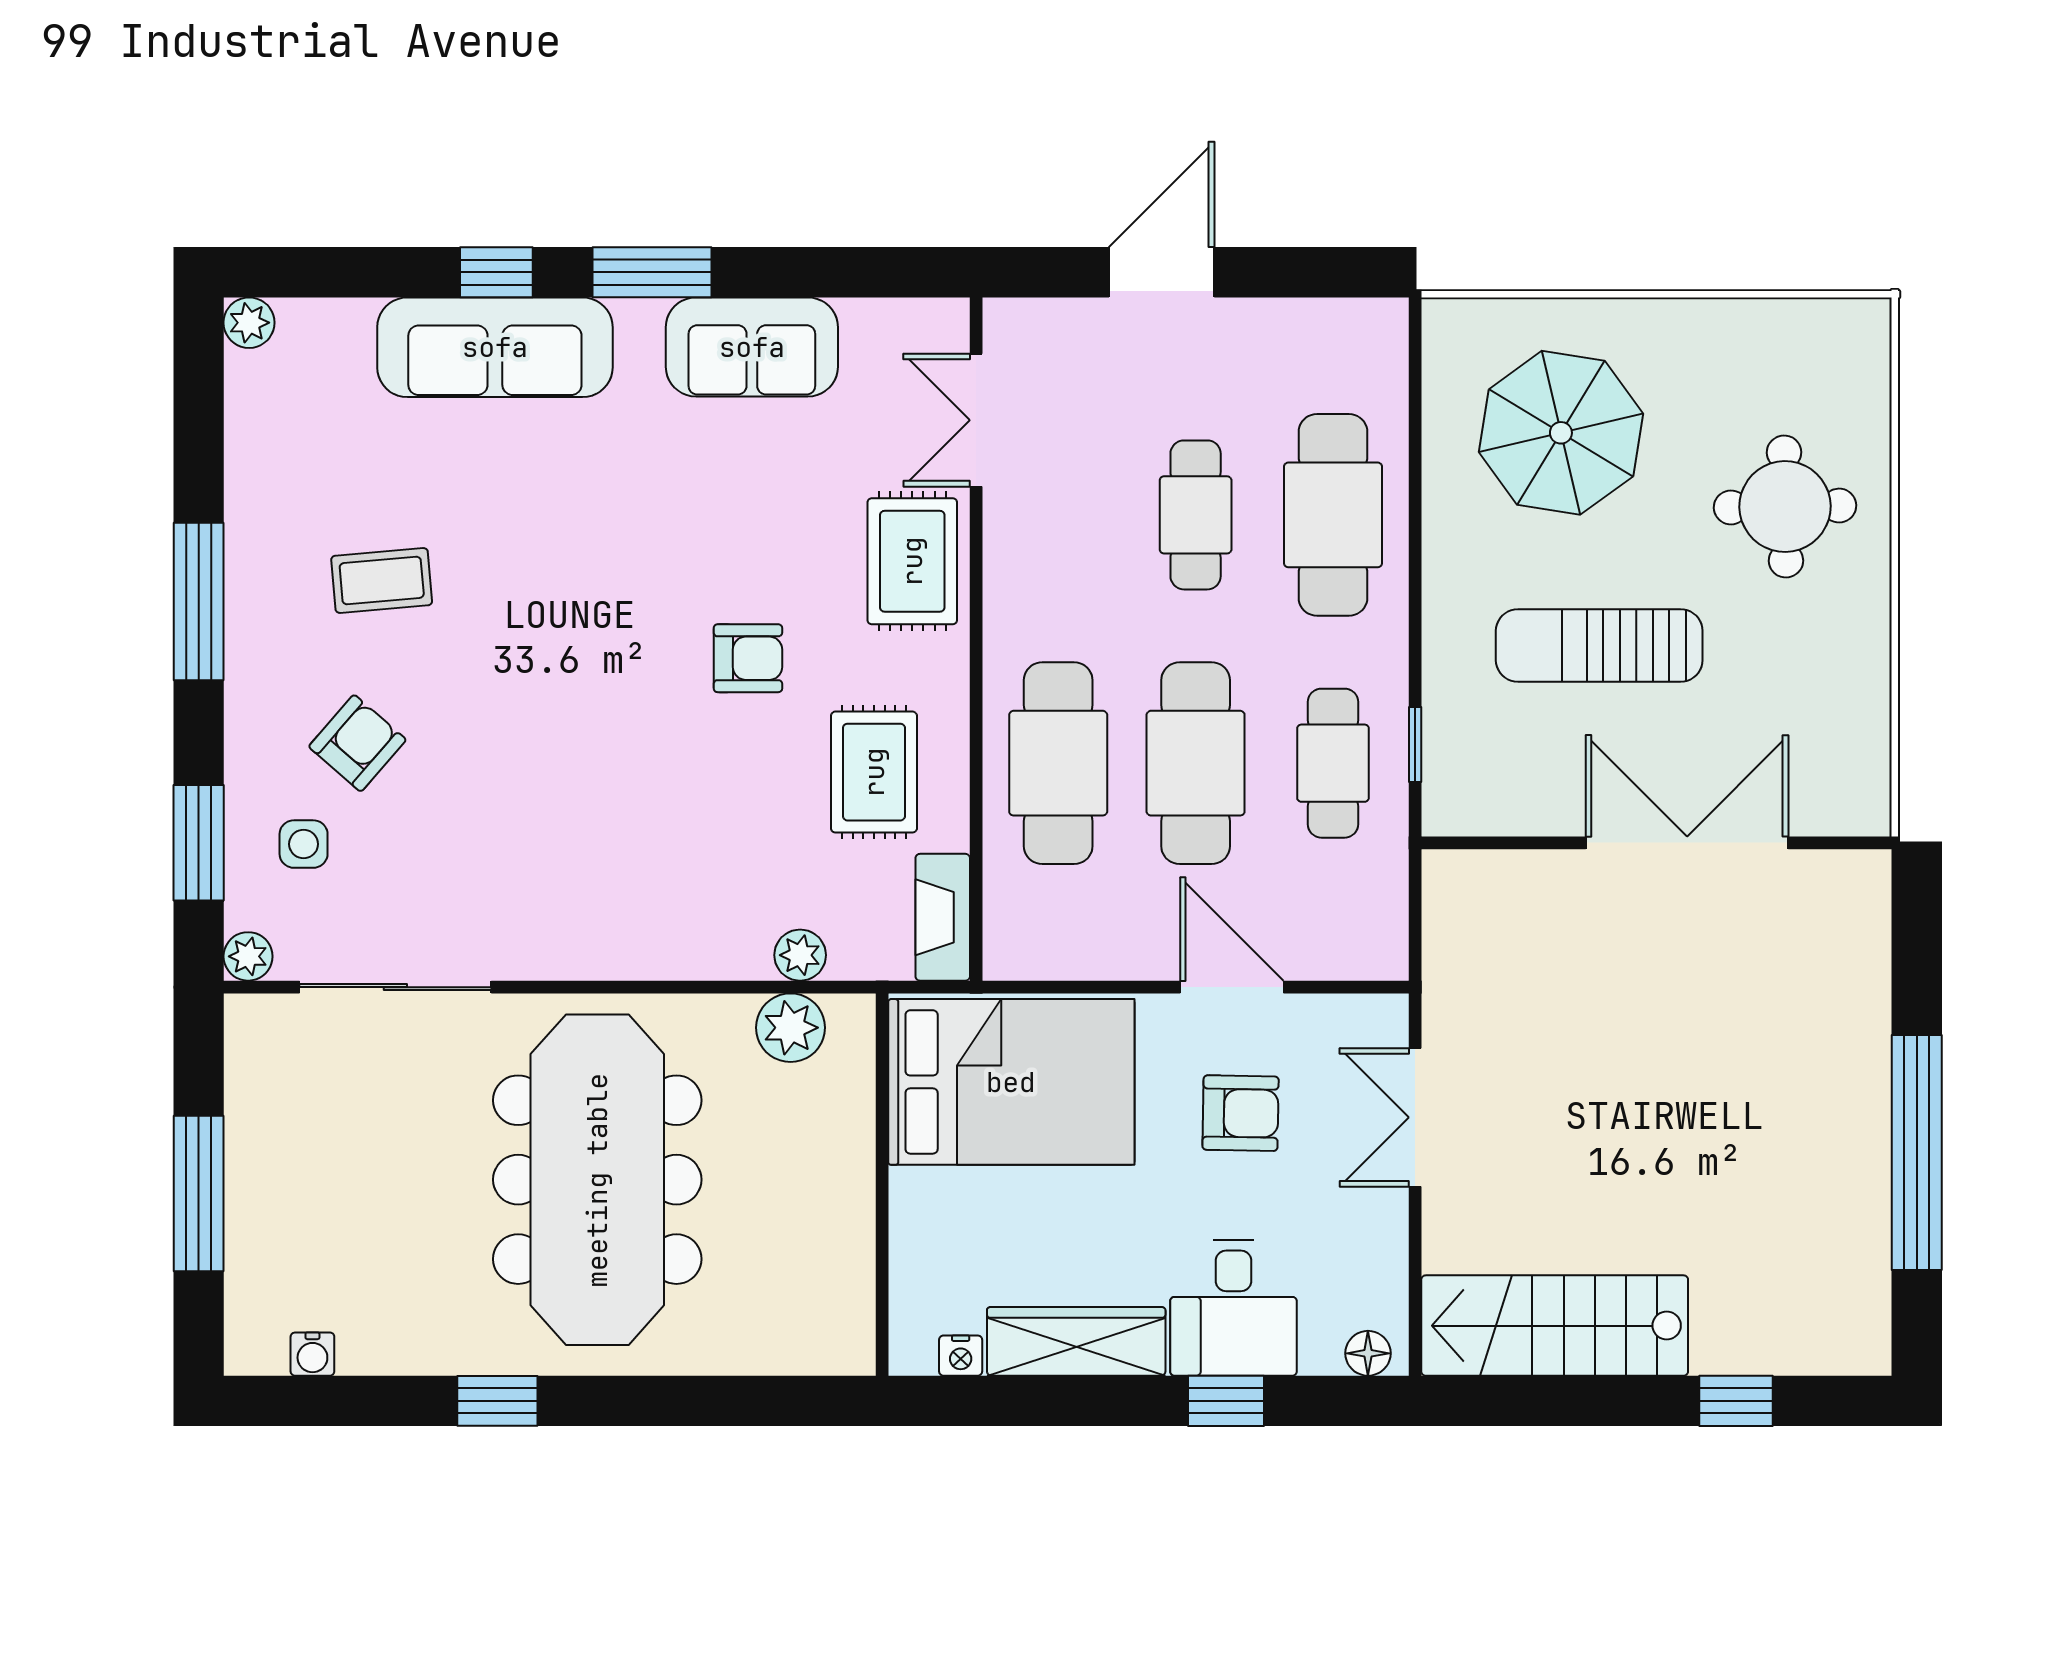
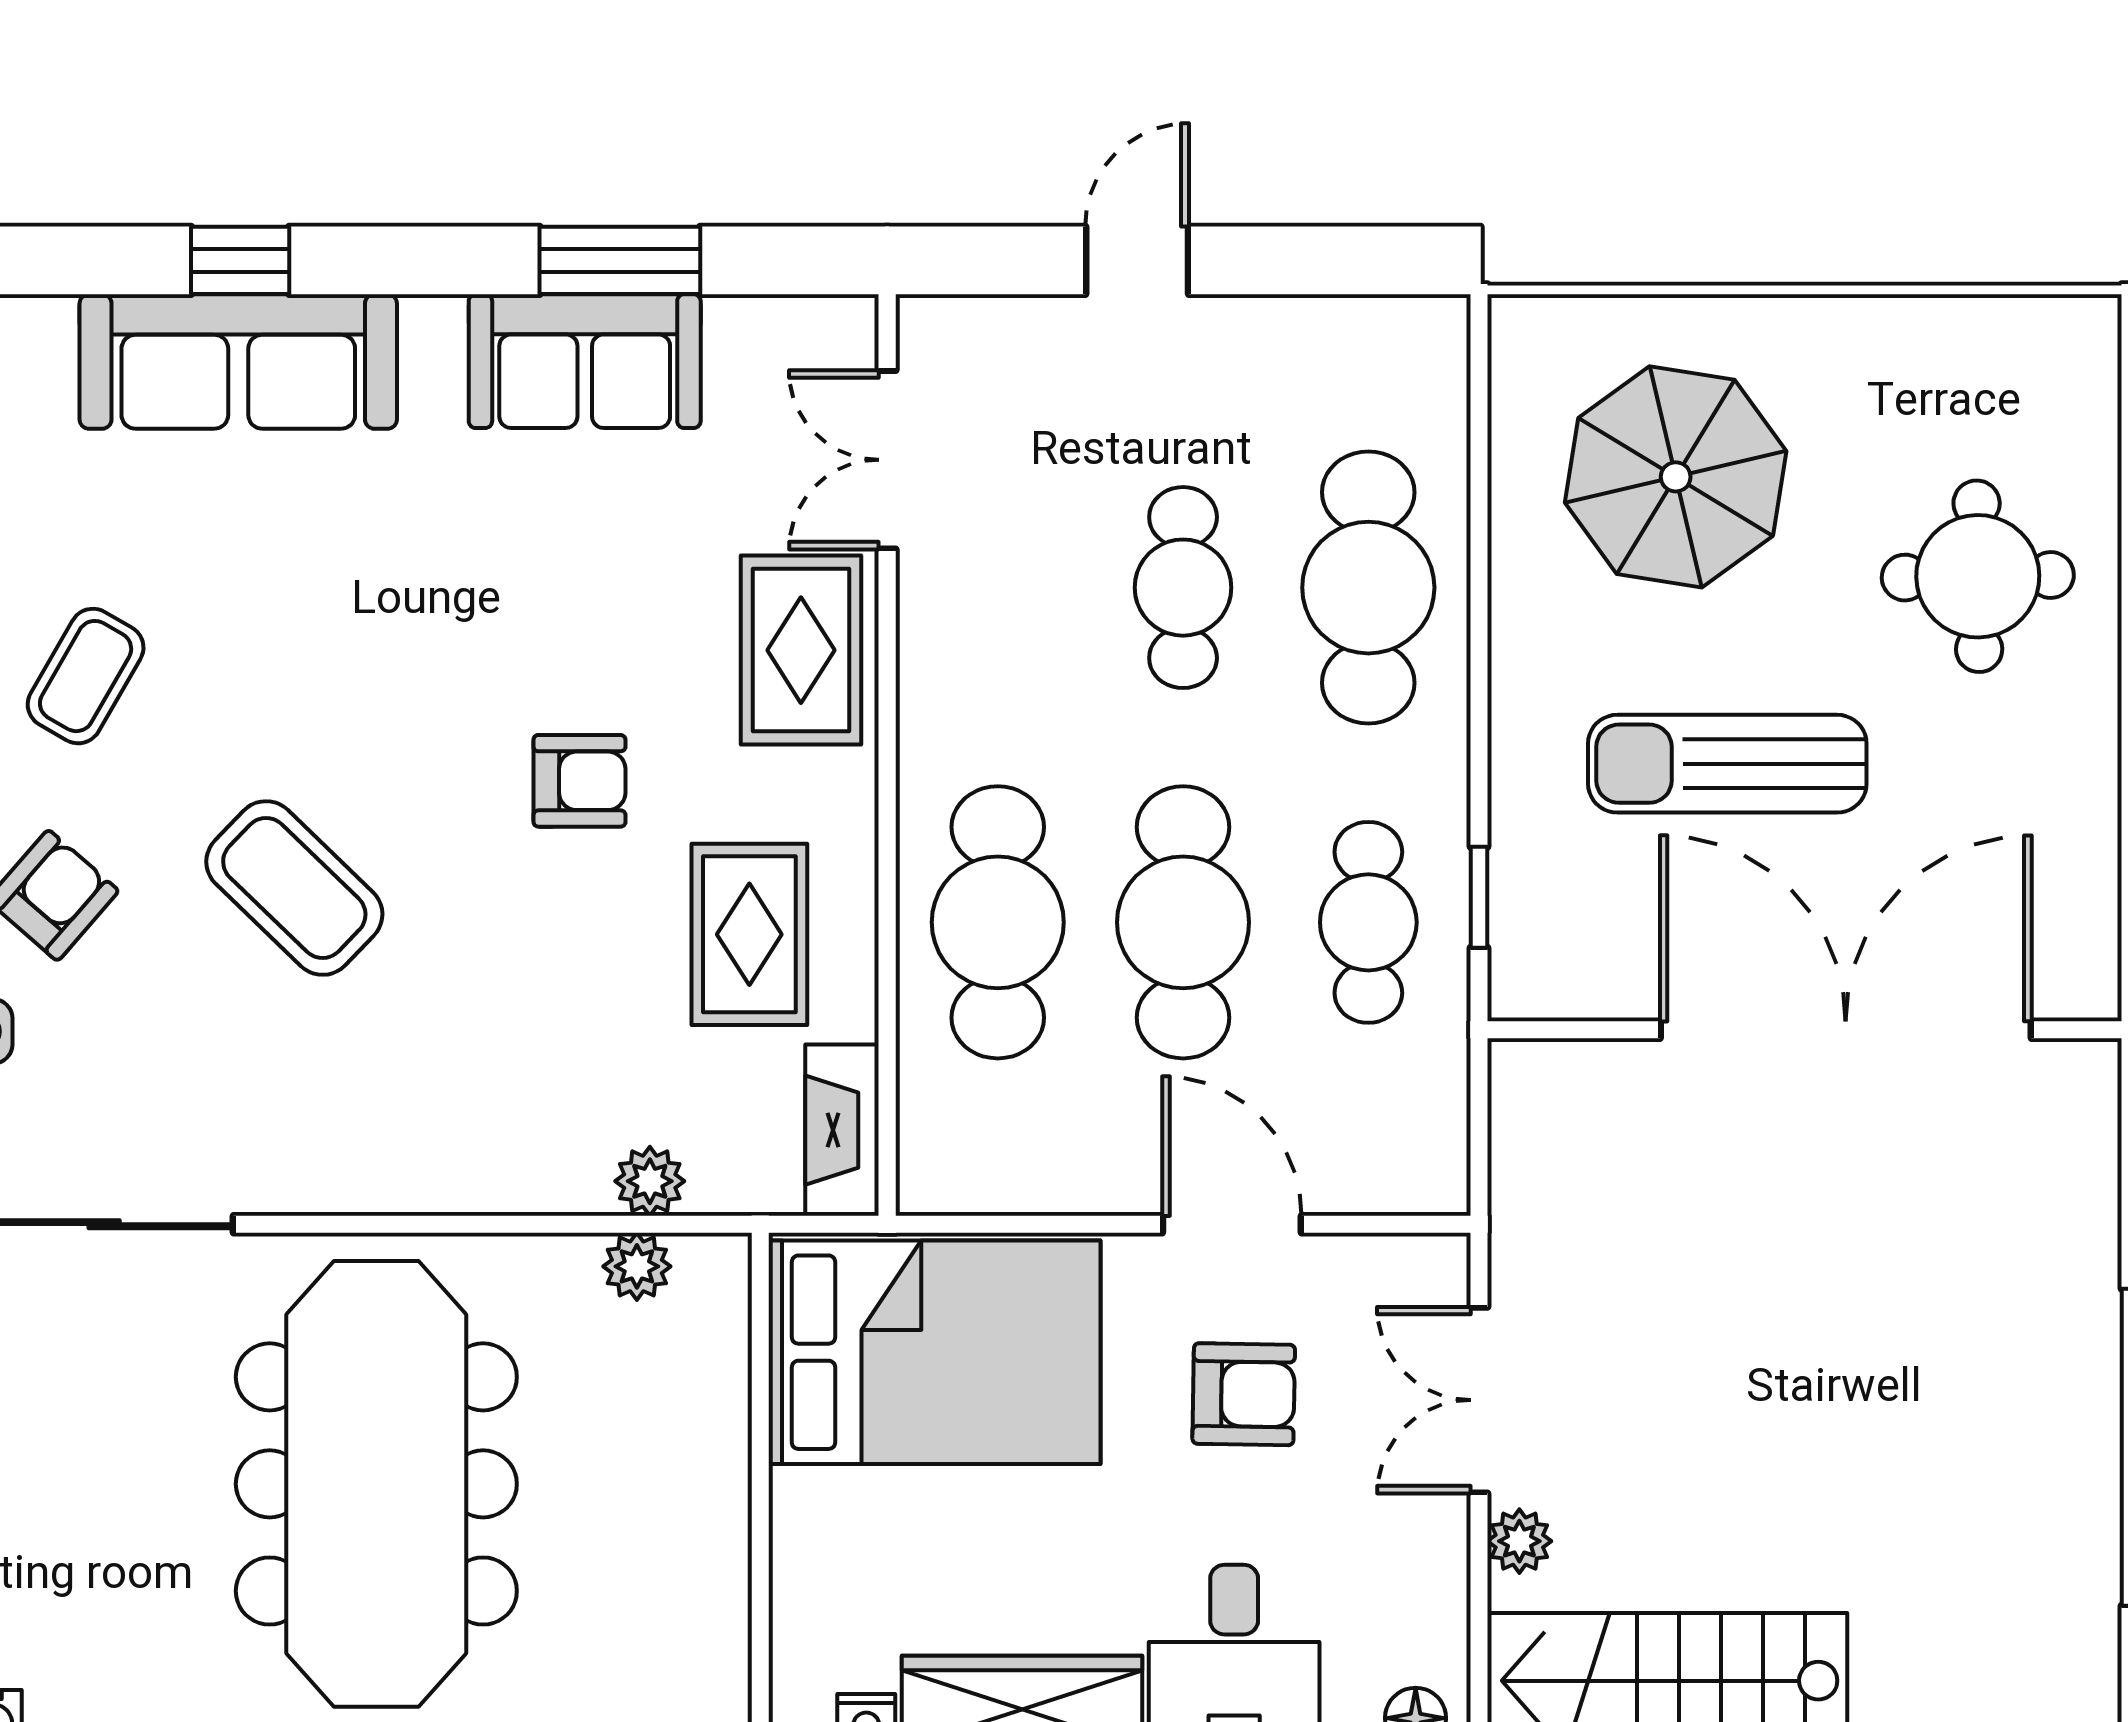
window: (652, 272) -> (620, 260), moved
door: (1162, 272) -> (1137, 260), width x0.73
coffee table: (382, 580) -> (86, 676), turned -55
coffee table: (537, 738) -> (294, 888), added
double door: (1687, 843) -> (1846, 1030), width x1.36
plant: (791, 1028) -> (637, 1266), width x0.73, depth x0.73
plant: (1445, 1222) -> (1519, 1541), added

